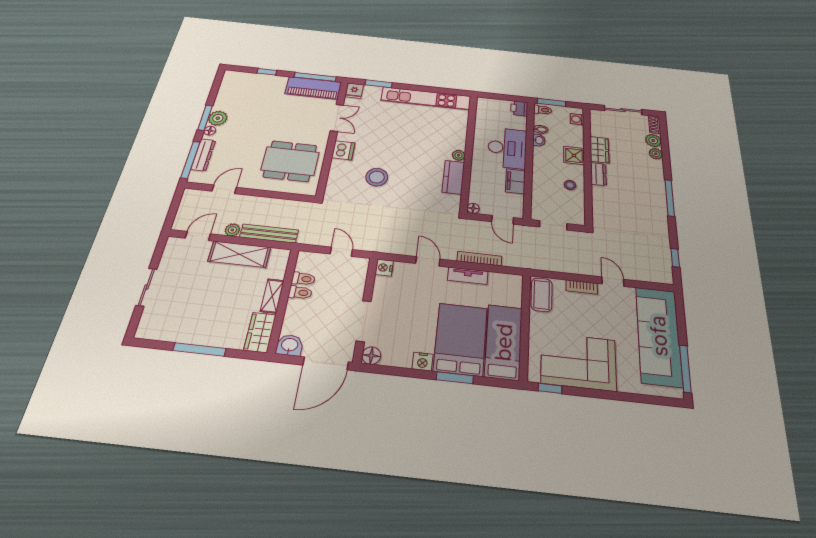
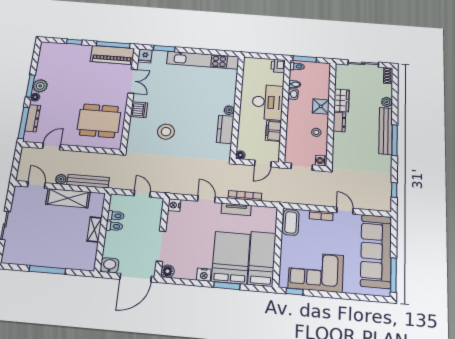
washing machine: (577, 119) -> (321, 161), moved
plant: (653, 141) -> (386, 90), removed
bench: (657, 186) -> (386, 131), added
door: (503, 220) -> (263, 164), hinge flipped
door: (198, 236) -> (36, 185), hinge flipped
wardrobe: (260, 332) -> (88, 257), removed

